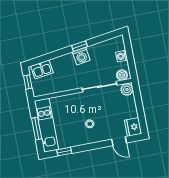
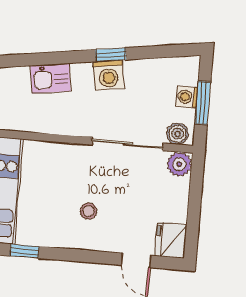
window: (130, 57) -> (203, 103), added
kitchen sink: (42, 69) -> (51, 78), moved

